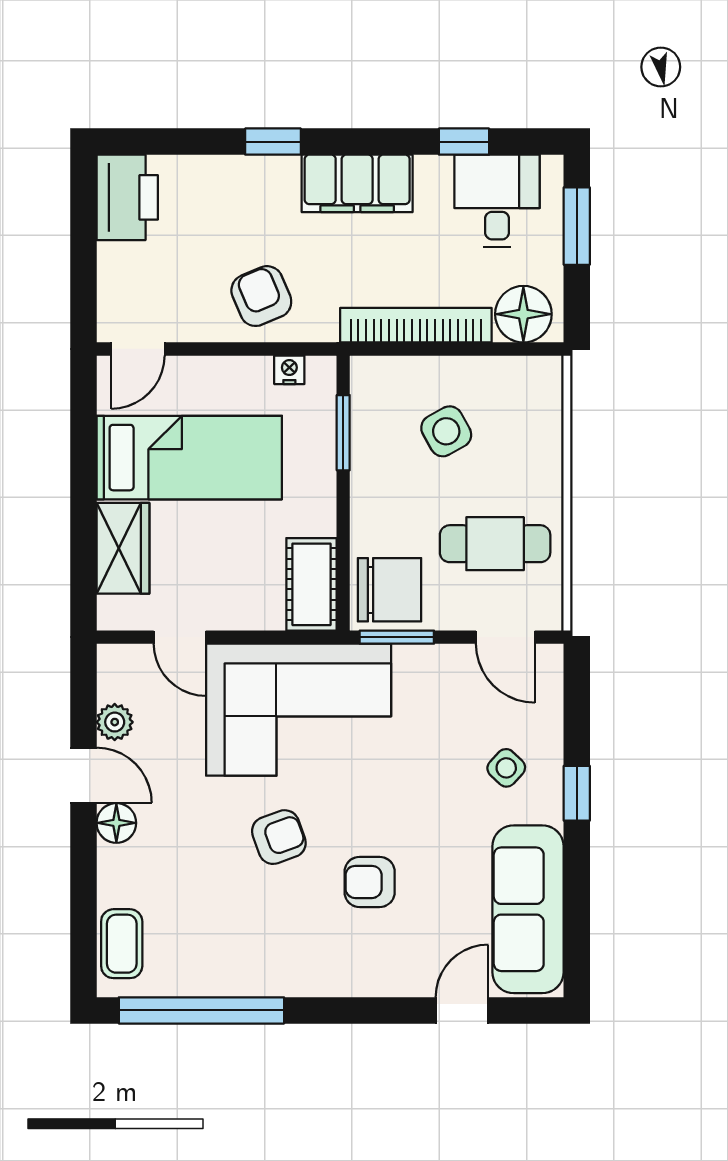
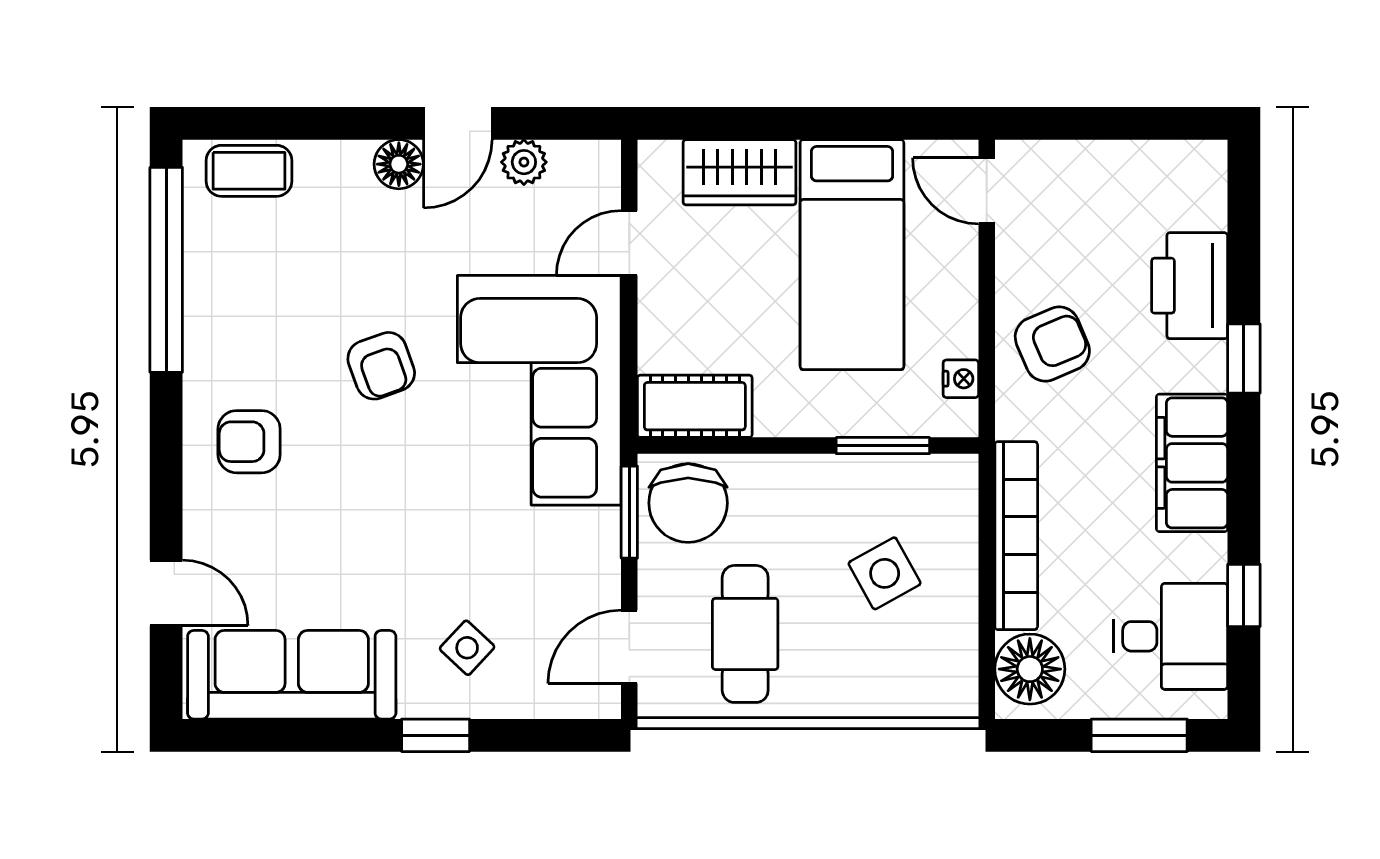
printer: (127, 197) -> (1190, 286), moved, turned 90
armchair: (370, 882) -> (249, 442), moved, turned -90

